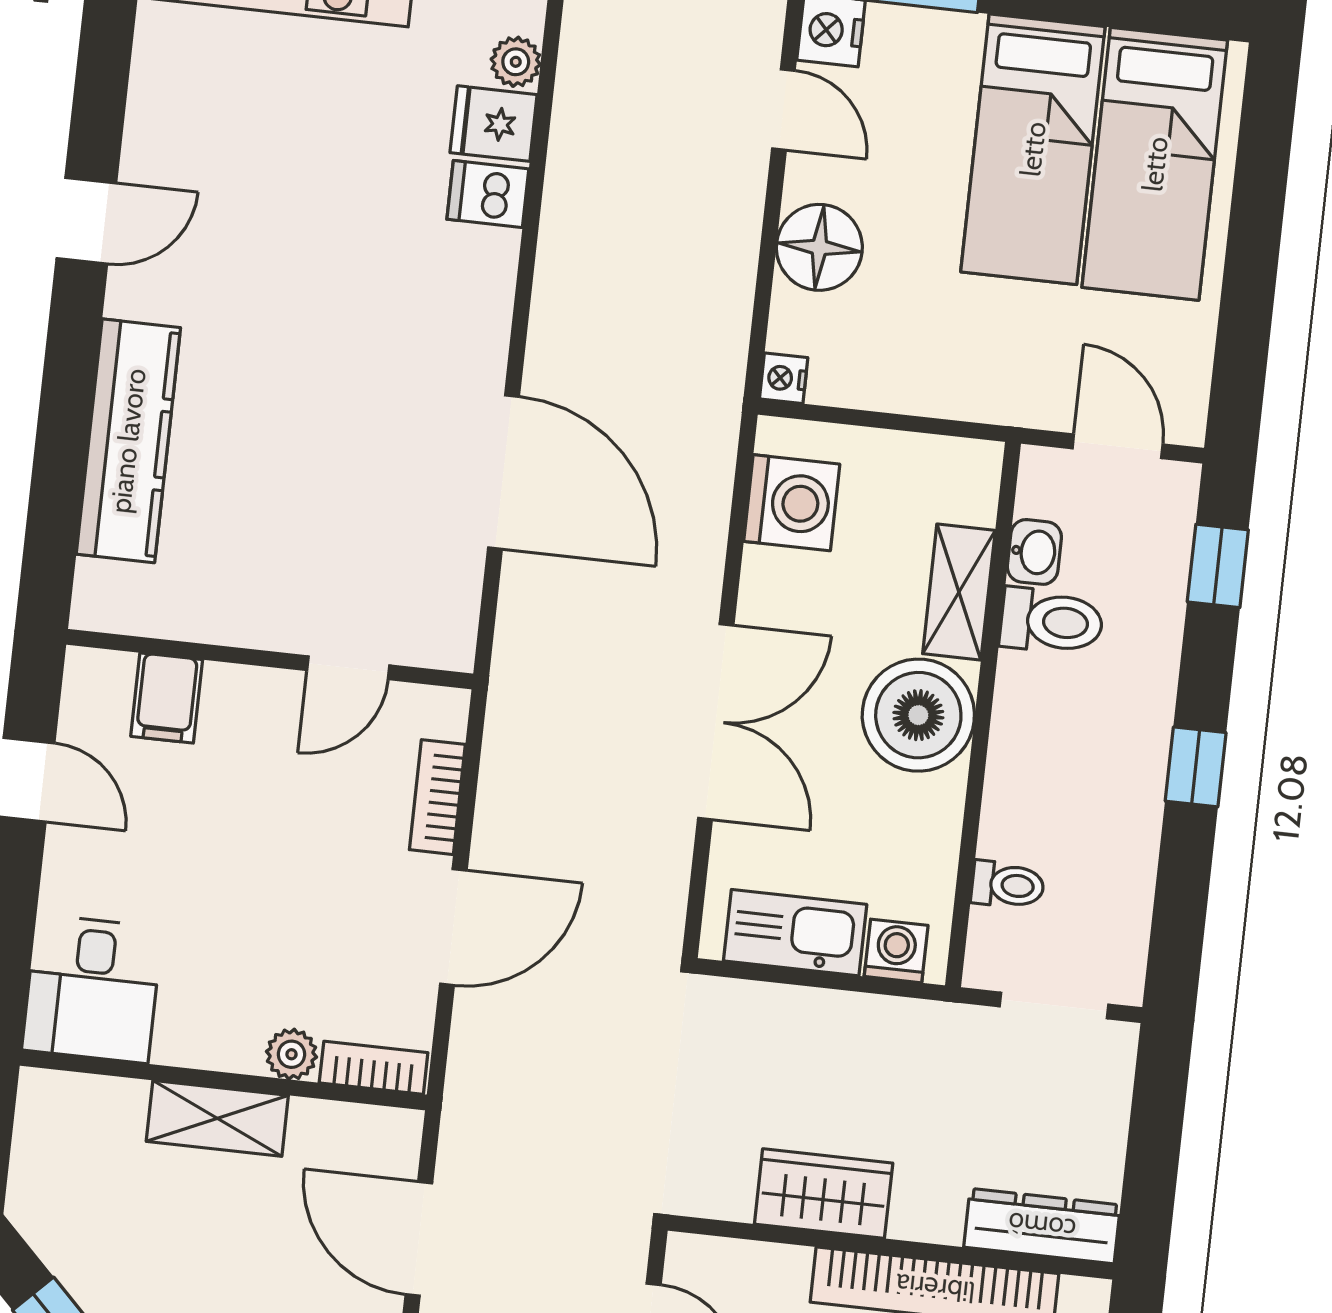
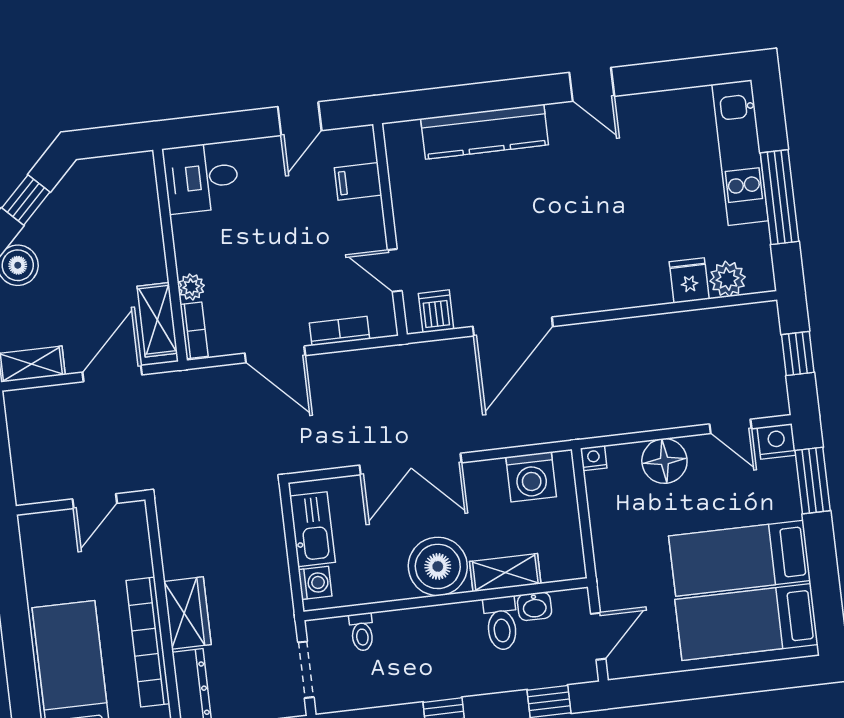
plant: (516, 62) -> (728, 279), width x1.38, depth x1.38
door: (783, 110) -> (730, 426), hinge flipped
dishwasher: (488, 194) -> (436, 311), moved
shelving: (217, 1118) -> (157, 320), moved
wardrobe: (824, 1194) -> (187, 613), moved

